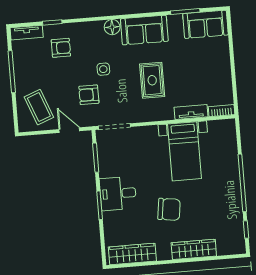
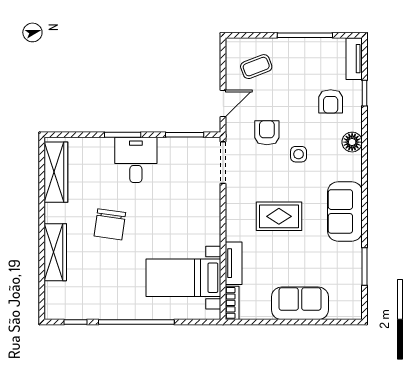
sofa: (205, 24) -> (300, 303), moved, turned 90
floor lamp: (112, 27) -> (352, 142), moved
coffee table: (39, 107) -> (256, 67), width x0.73, depth x0.77
bed with nightstands: (185, 151) -> (183, 278), moved

